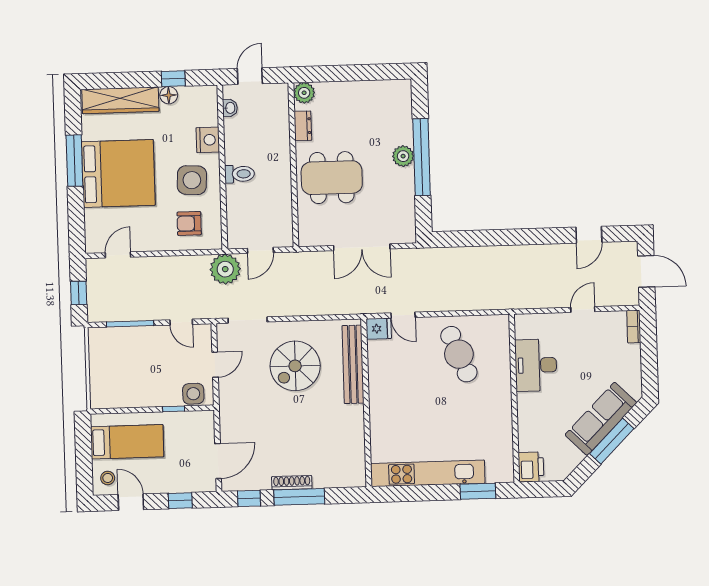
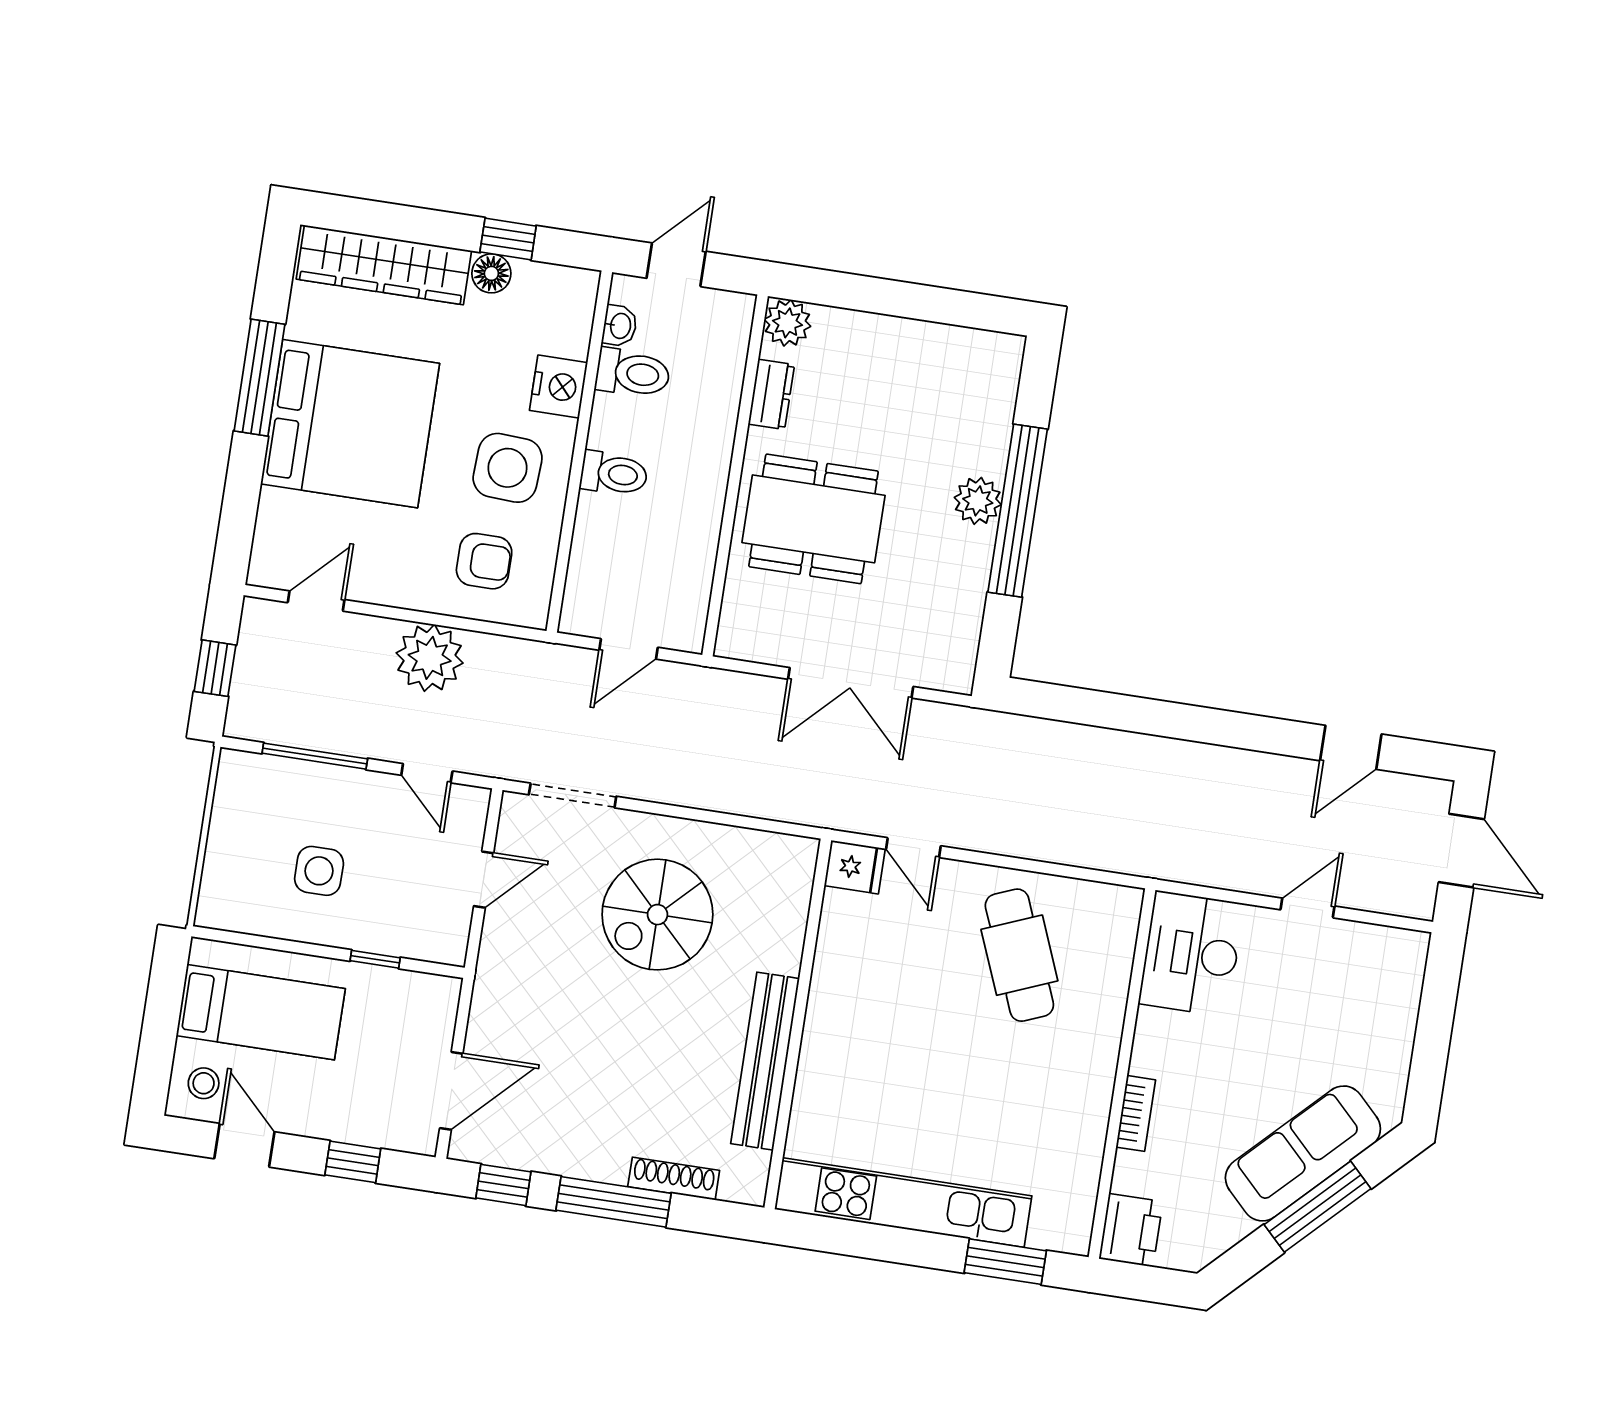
toilet: (240, 128) -> (633, 373), added
armchair: (189, 223) -> (484, 561), turned 180
plant: (225, 269) -> (430, 658), moved
bookcase: (634, 327) -> (1136, 1113), moved, turned 180
bench: (353, 364) -> (765, 1061), moved
desk: (536, 365) -> (1191, 954), moved
side table: (193, 394) -> (319, 871), moved
shoe rack: (292, 483) -> (674, 1179), moved

